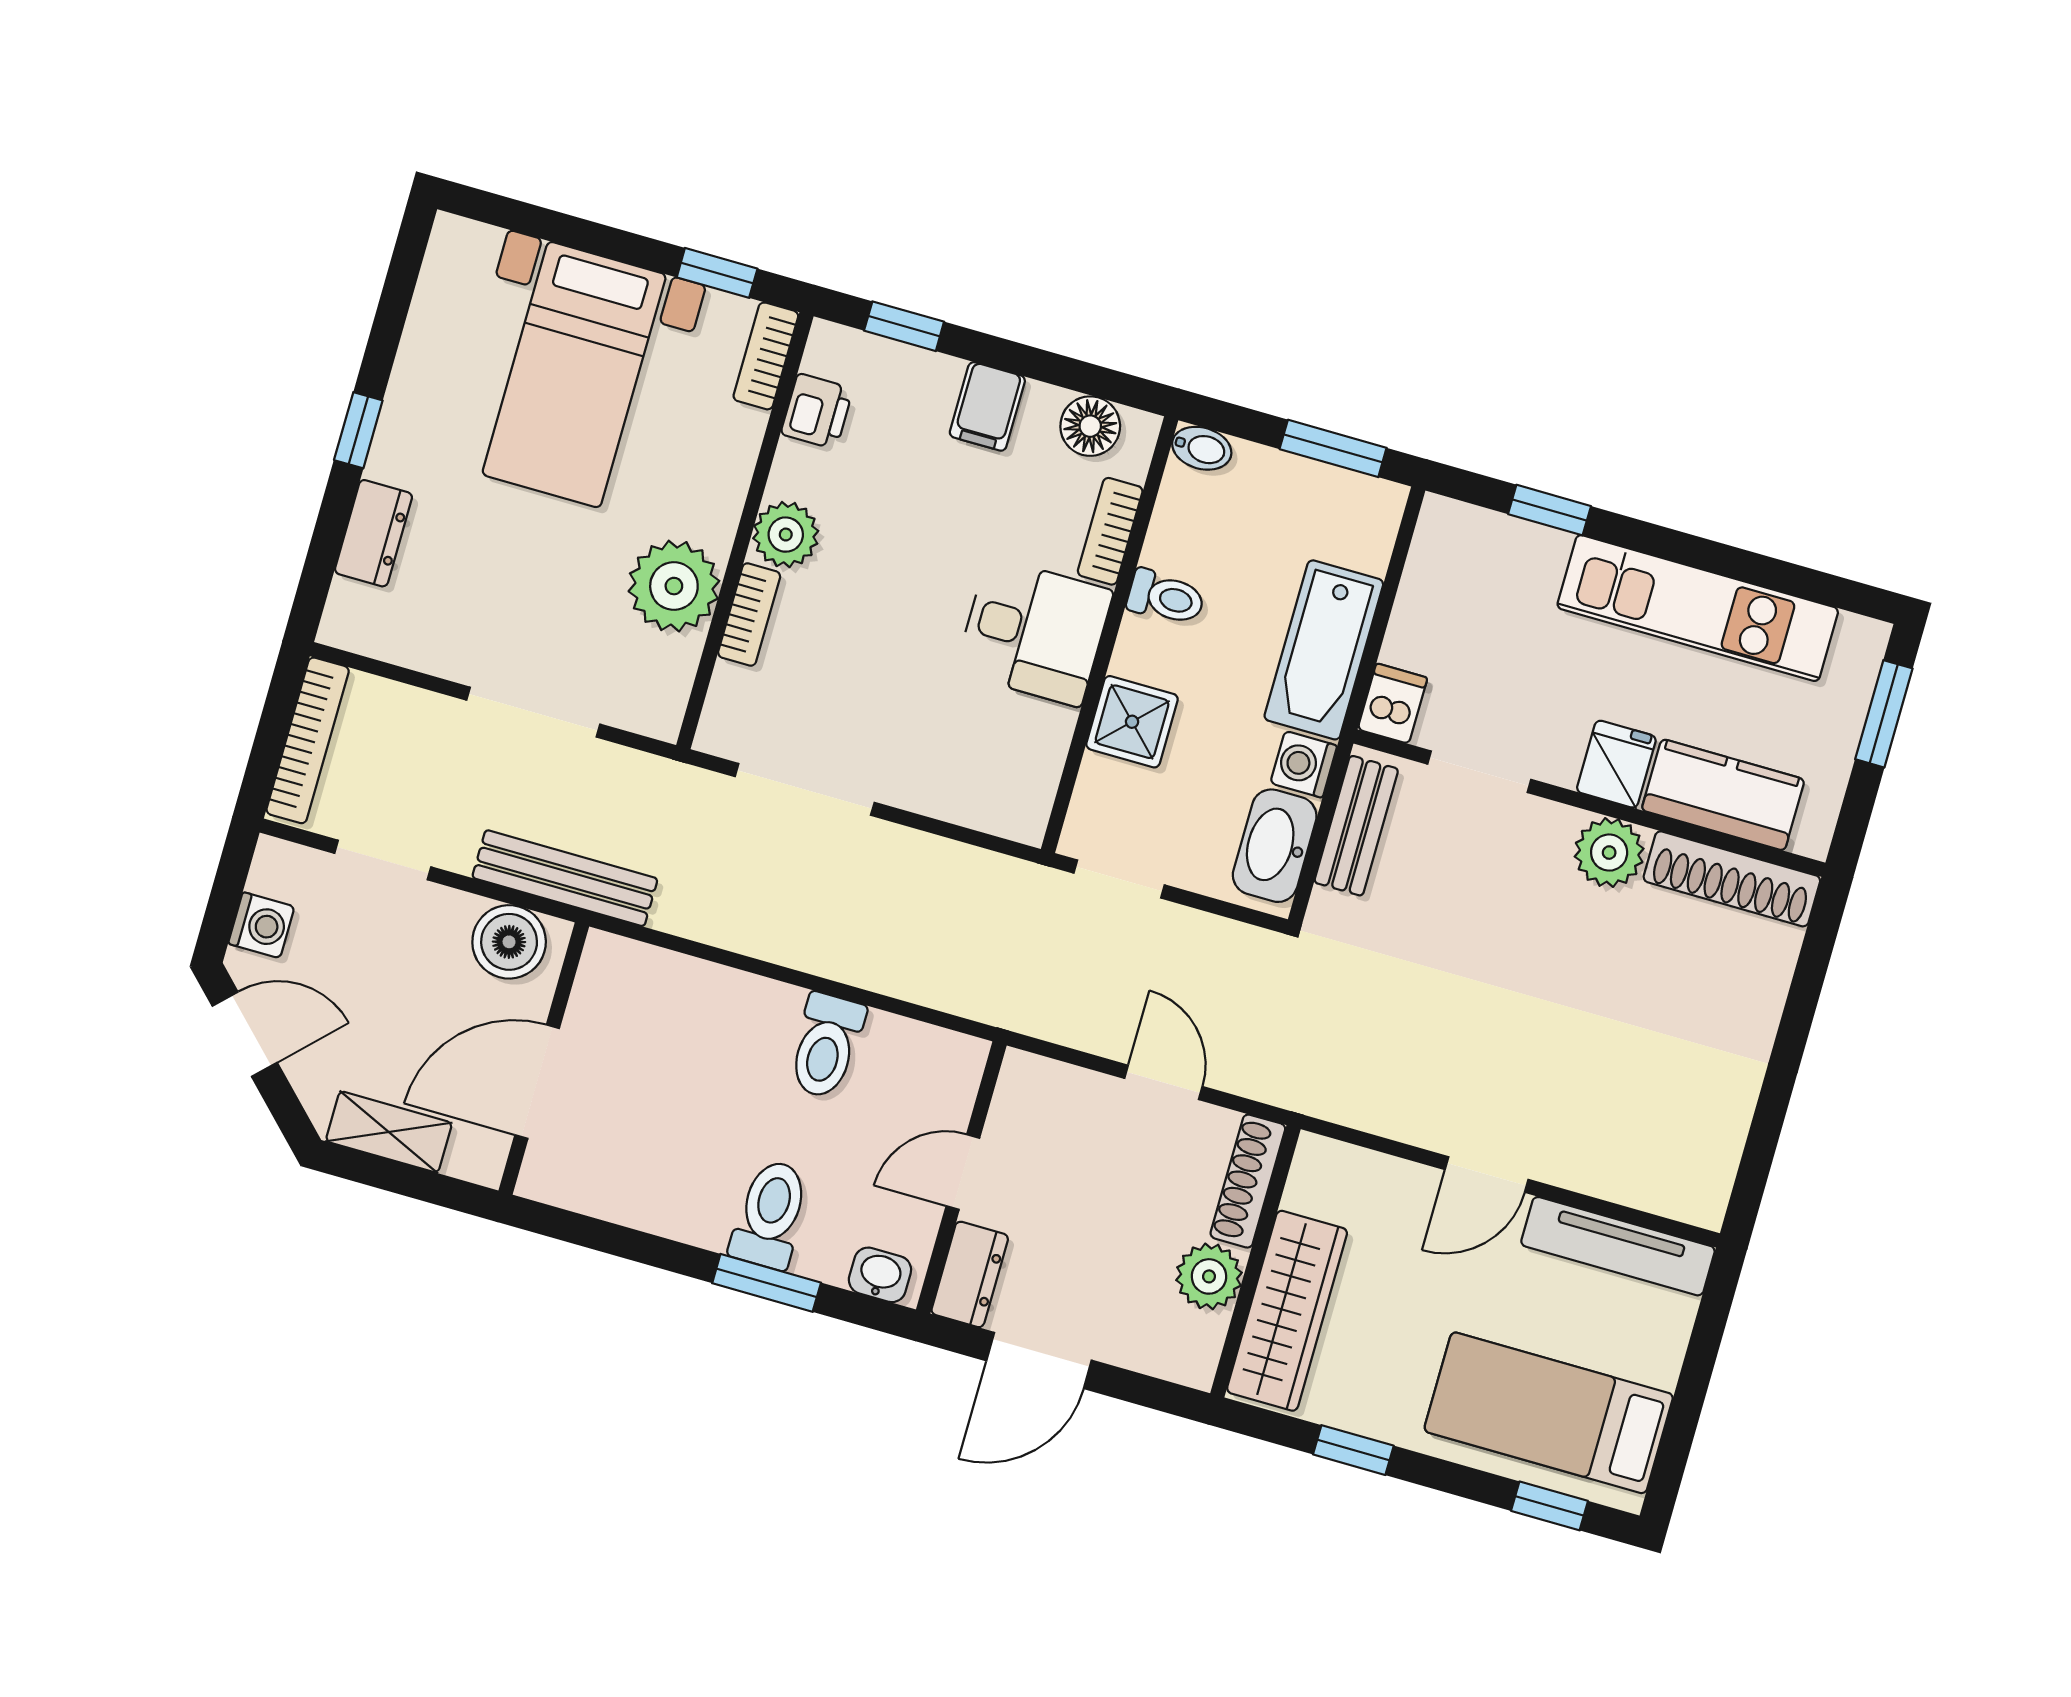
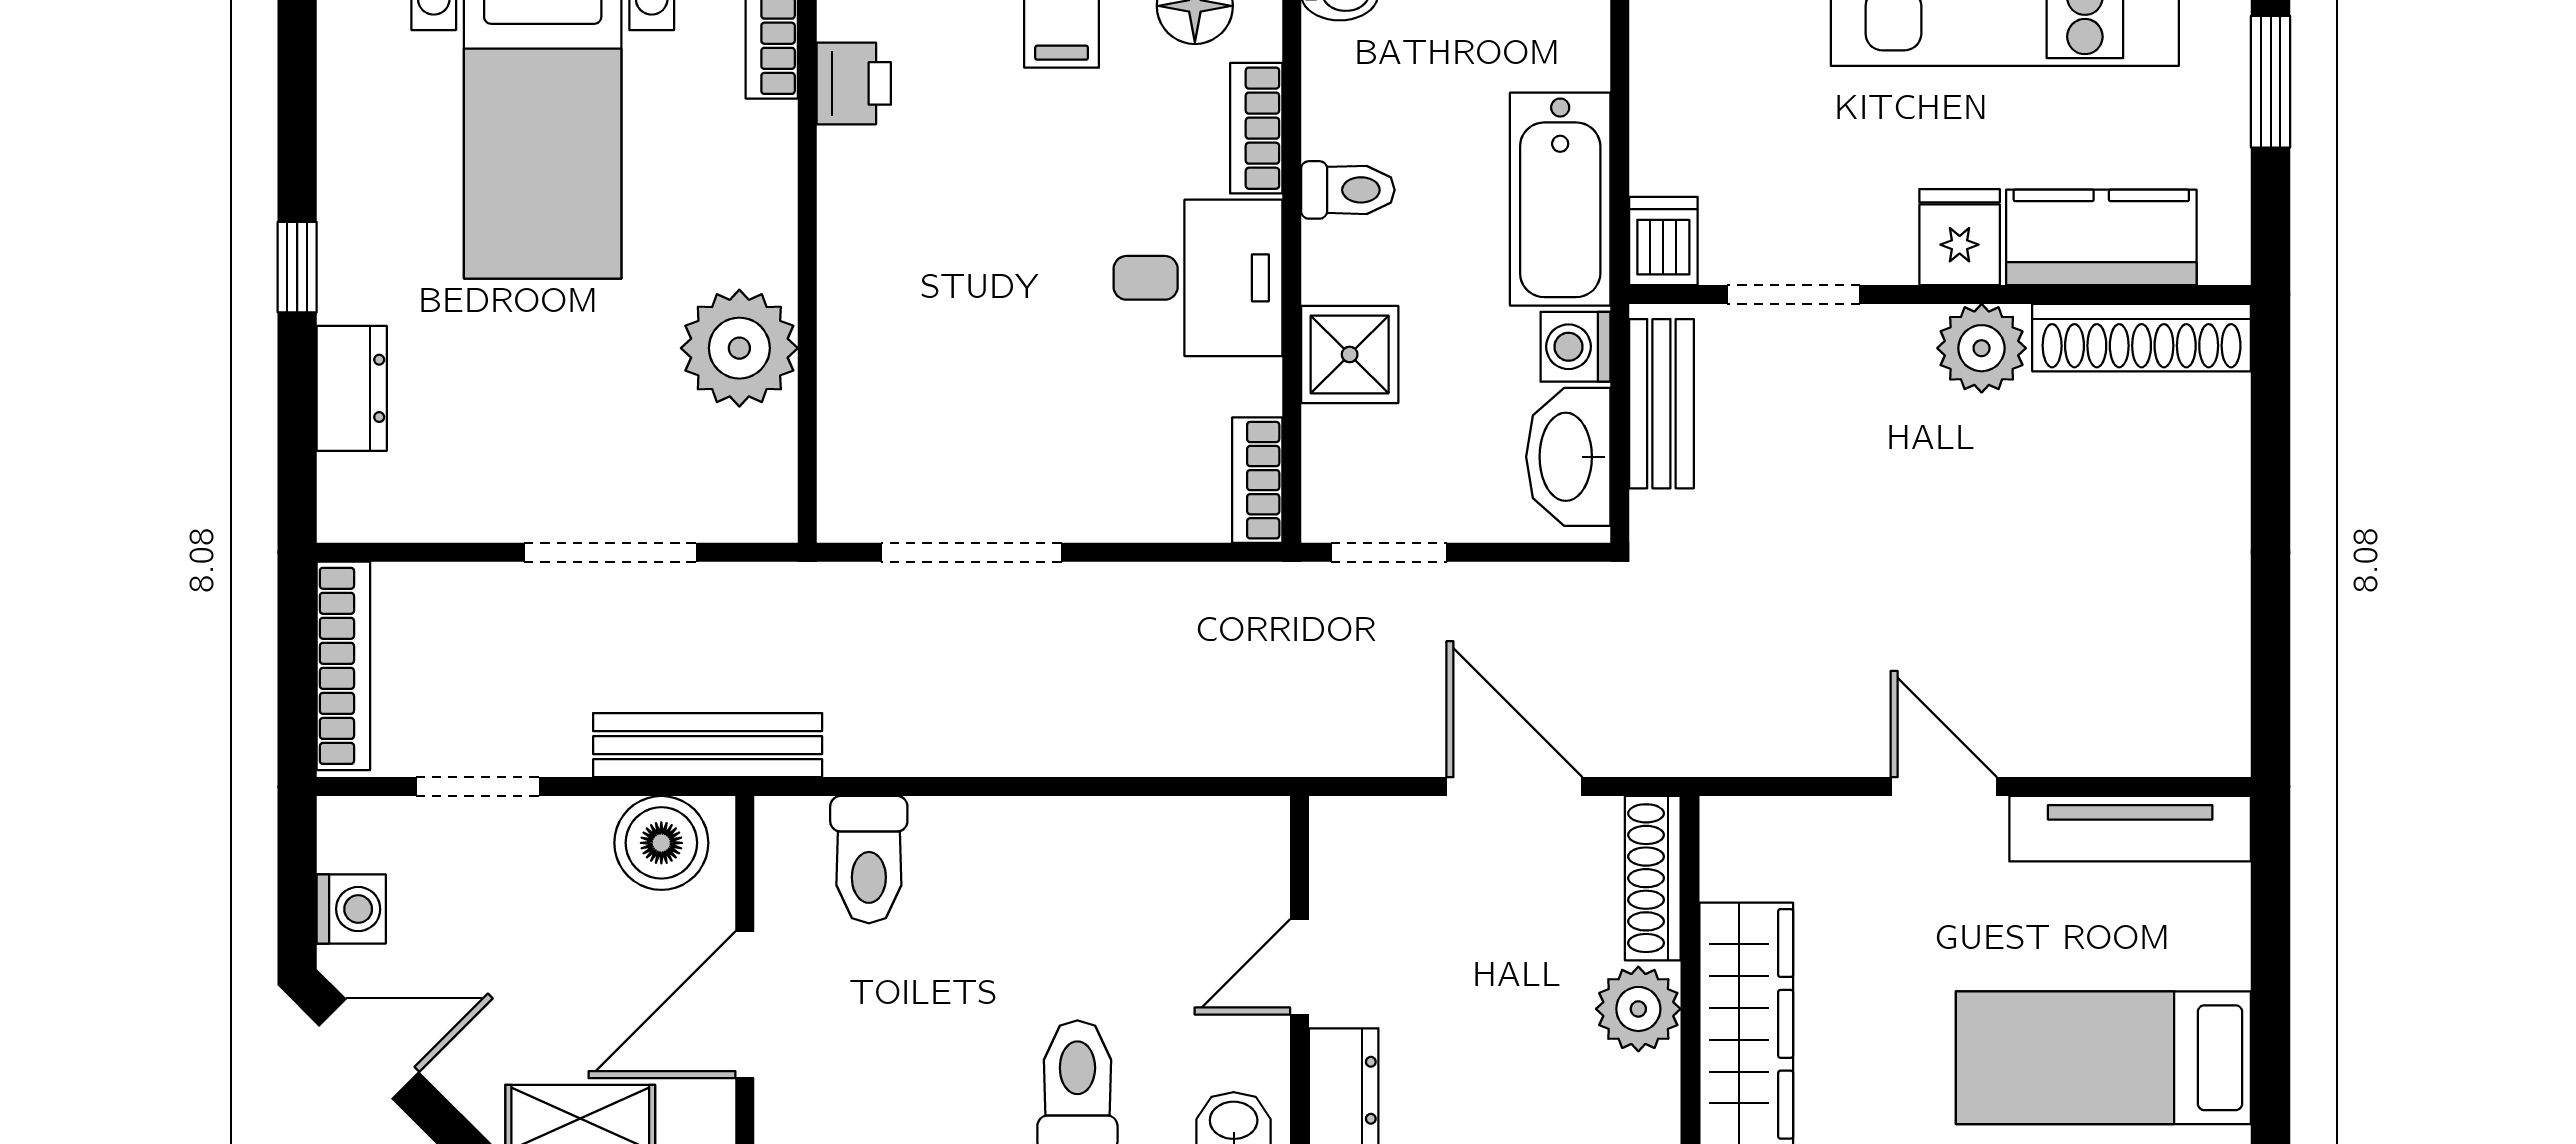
plant: (786, 535) -> (859, 246), removed
bookcase: (749, 615) -> (1257, 480), moved, turned 180
toilet: (826, 1046) -> (869, 860), moved
door: (1163, 1082) -> (1514, 787), width x1.38
door: (1487, 1174) -> (1944, 787), swing flipped

